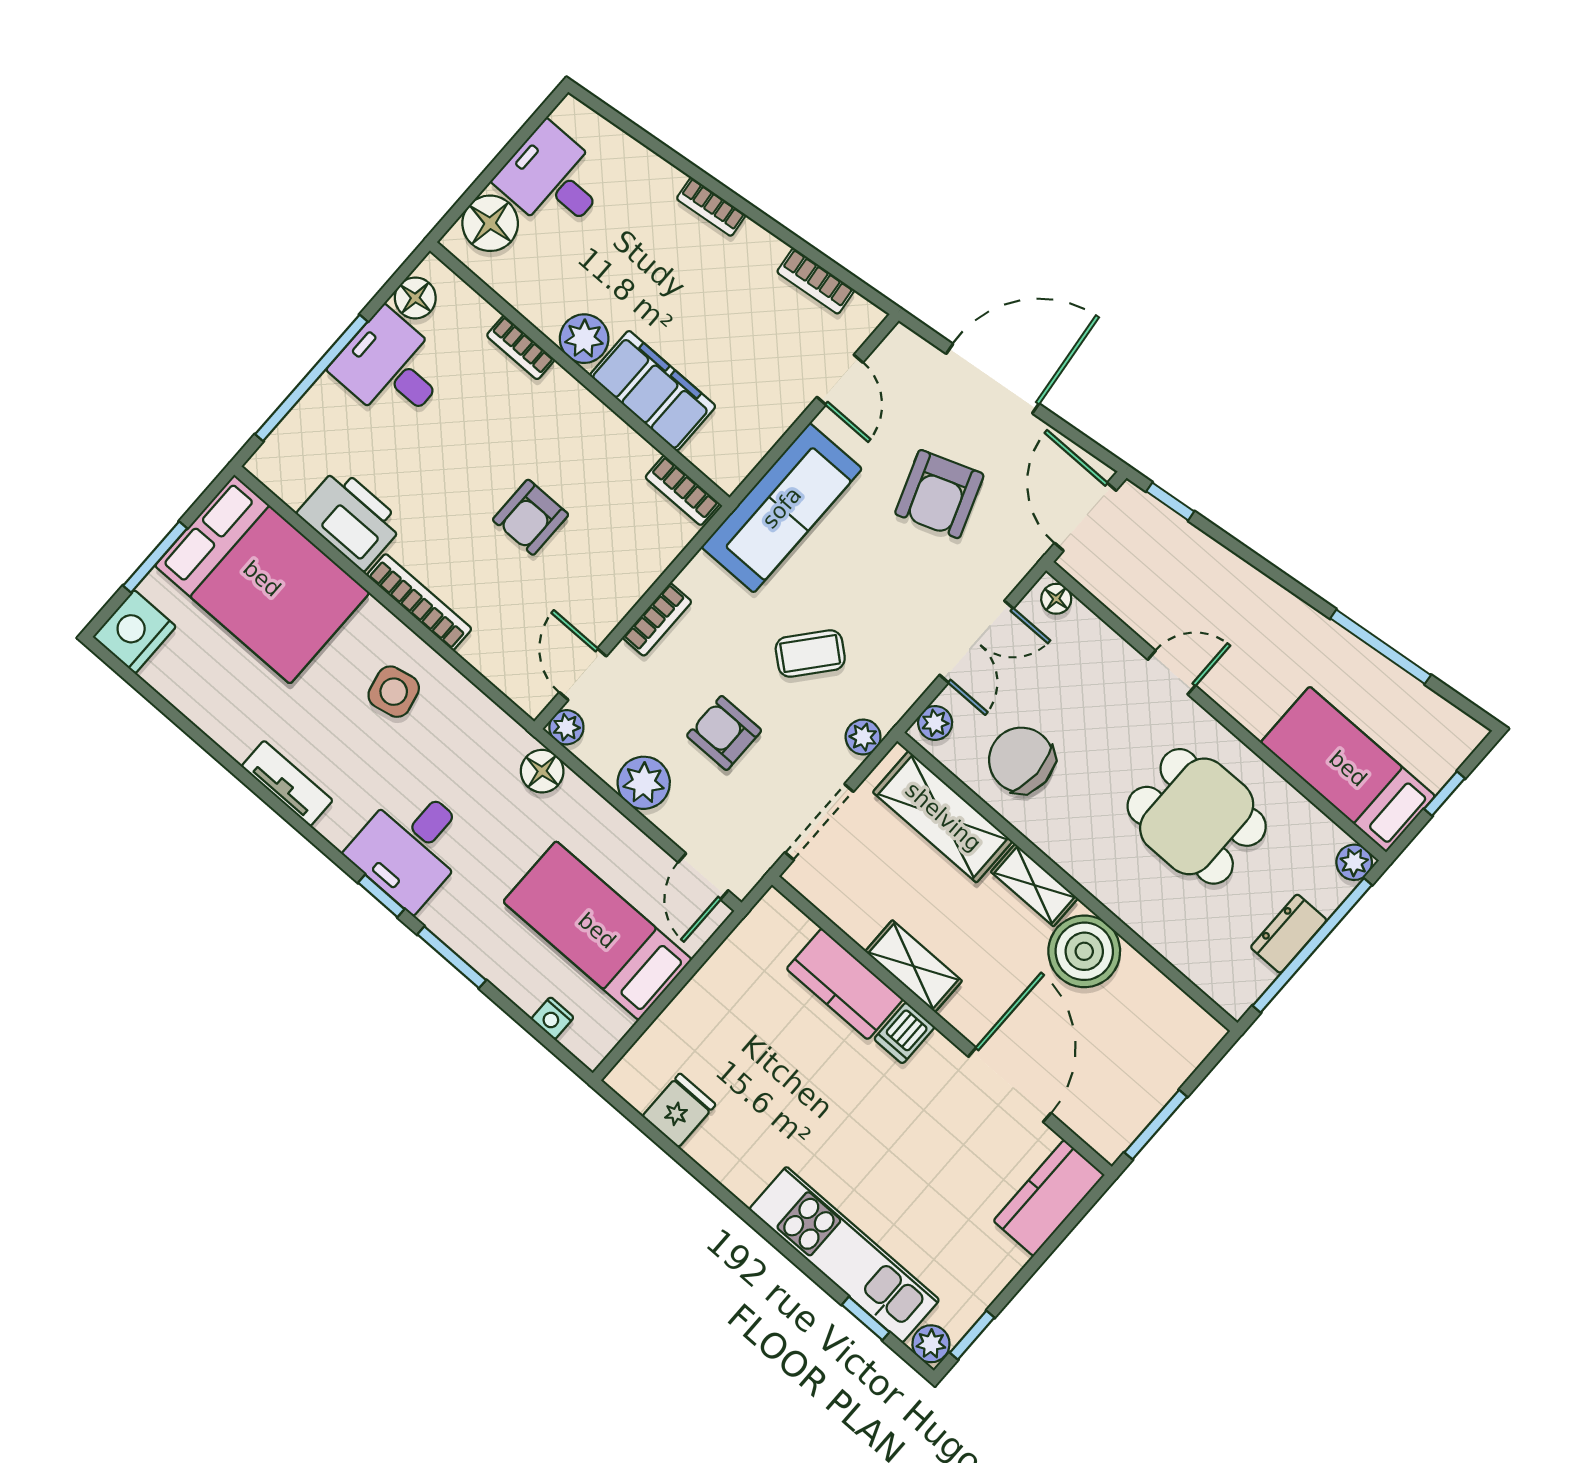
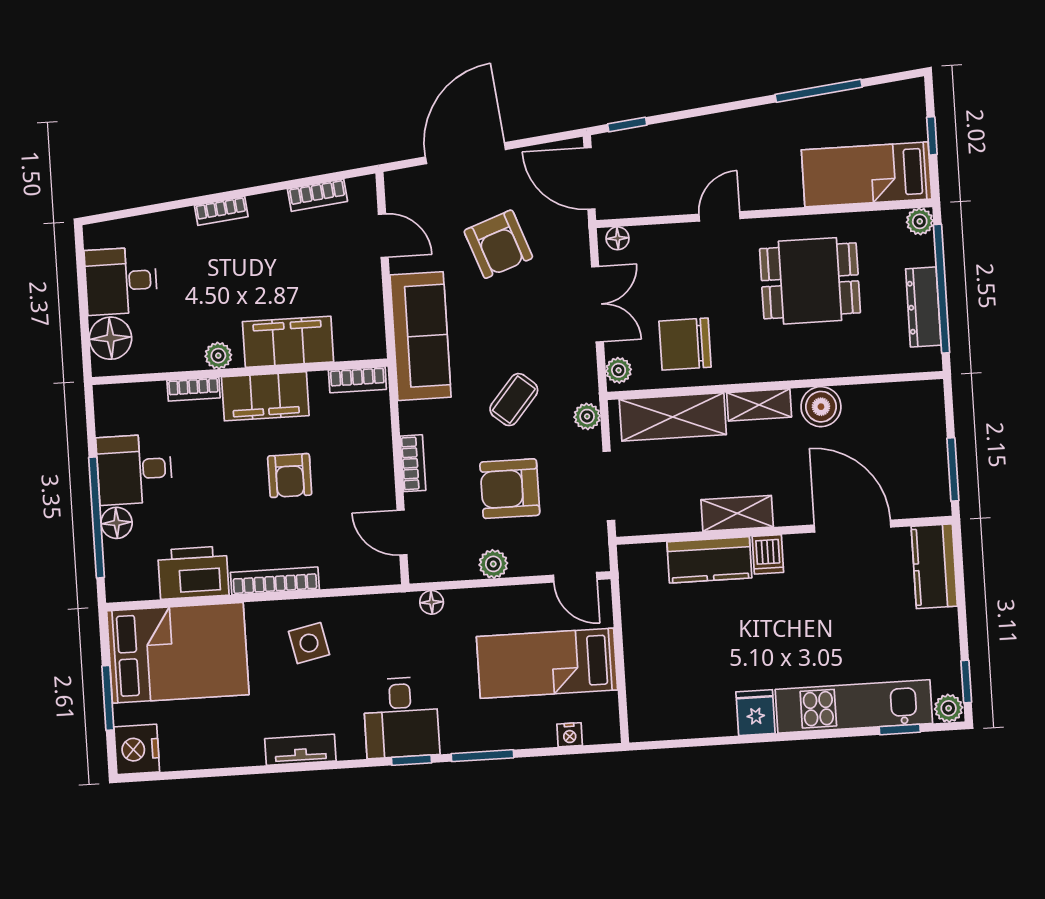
floor lamp: (415, 298) -> (117, 523), moved
plant: (584, 339) -> (218, 356), width x0.73, depth x0.73
filing cabinet: (581, 421) -> (265, 396), added
plant: (566, 727) -> (421, 570), removed
armchair: (724, 733) -> (510, 489), width x1.38, depth x1.38
floor lamp: (542, 771) -> (432, 602), width x0.73, depth x0.73
plant: (644, 783) -> (493, 564), width x0.73, depth x0.73
dresser: (1289, 934) -> (923, 307), width x1.44
boiler: (1084, 951) -> (821, 407), width x0.73, depth x0.73
fridge: (679, 1110) -> (756, 713), moved

